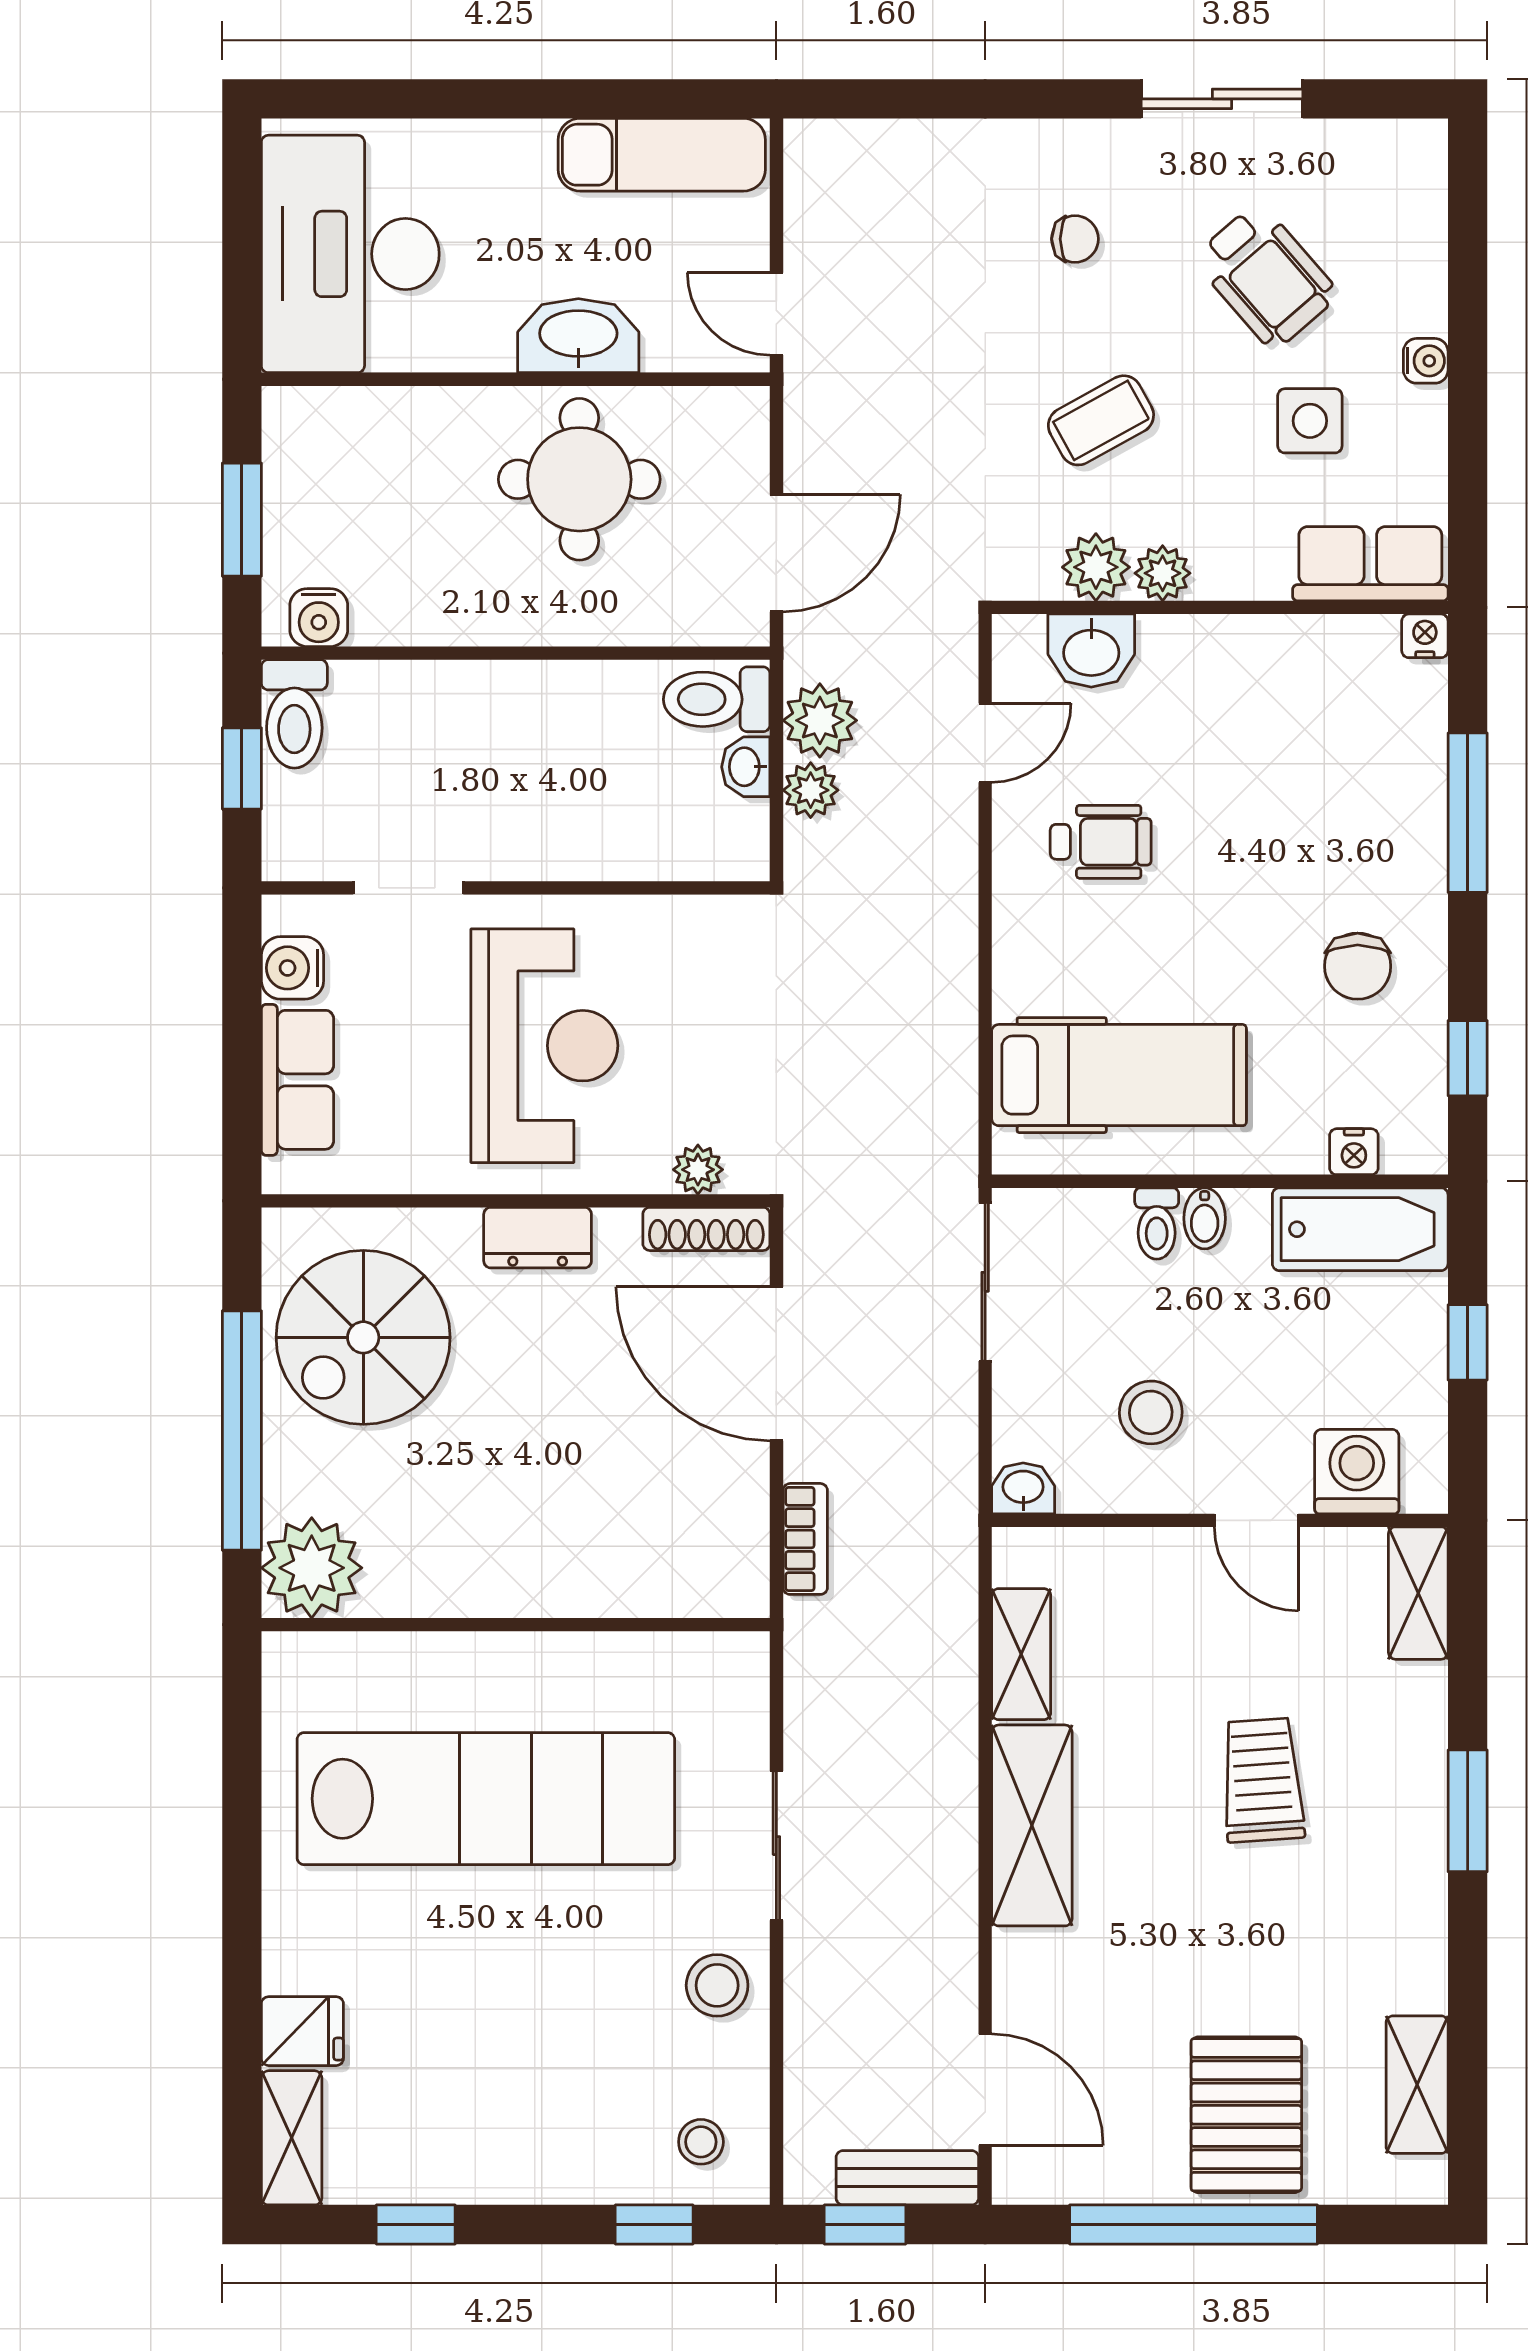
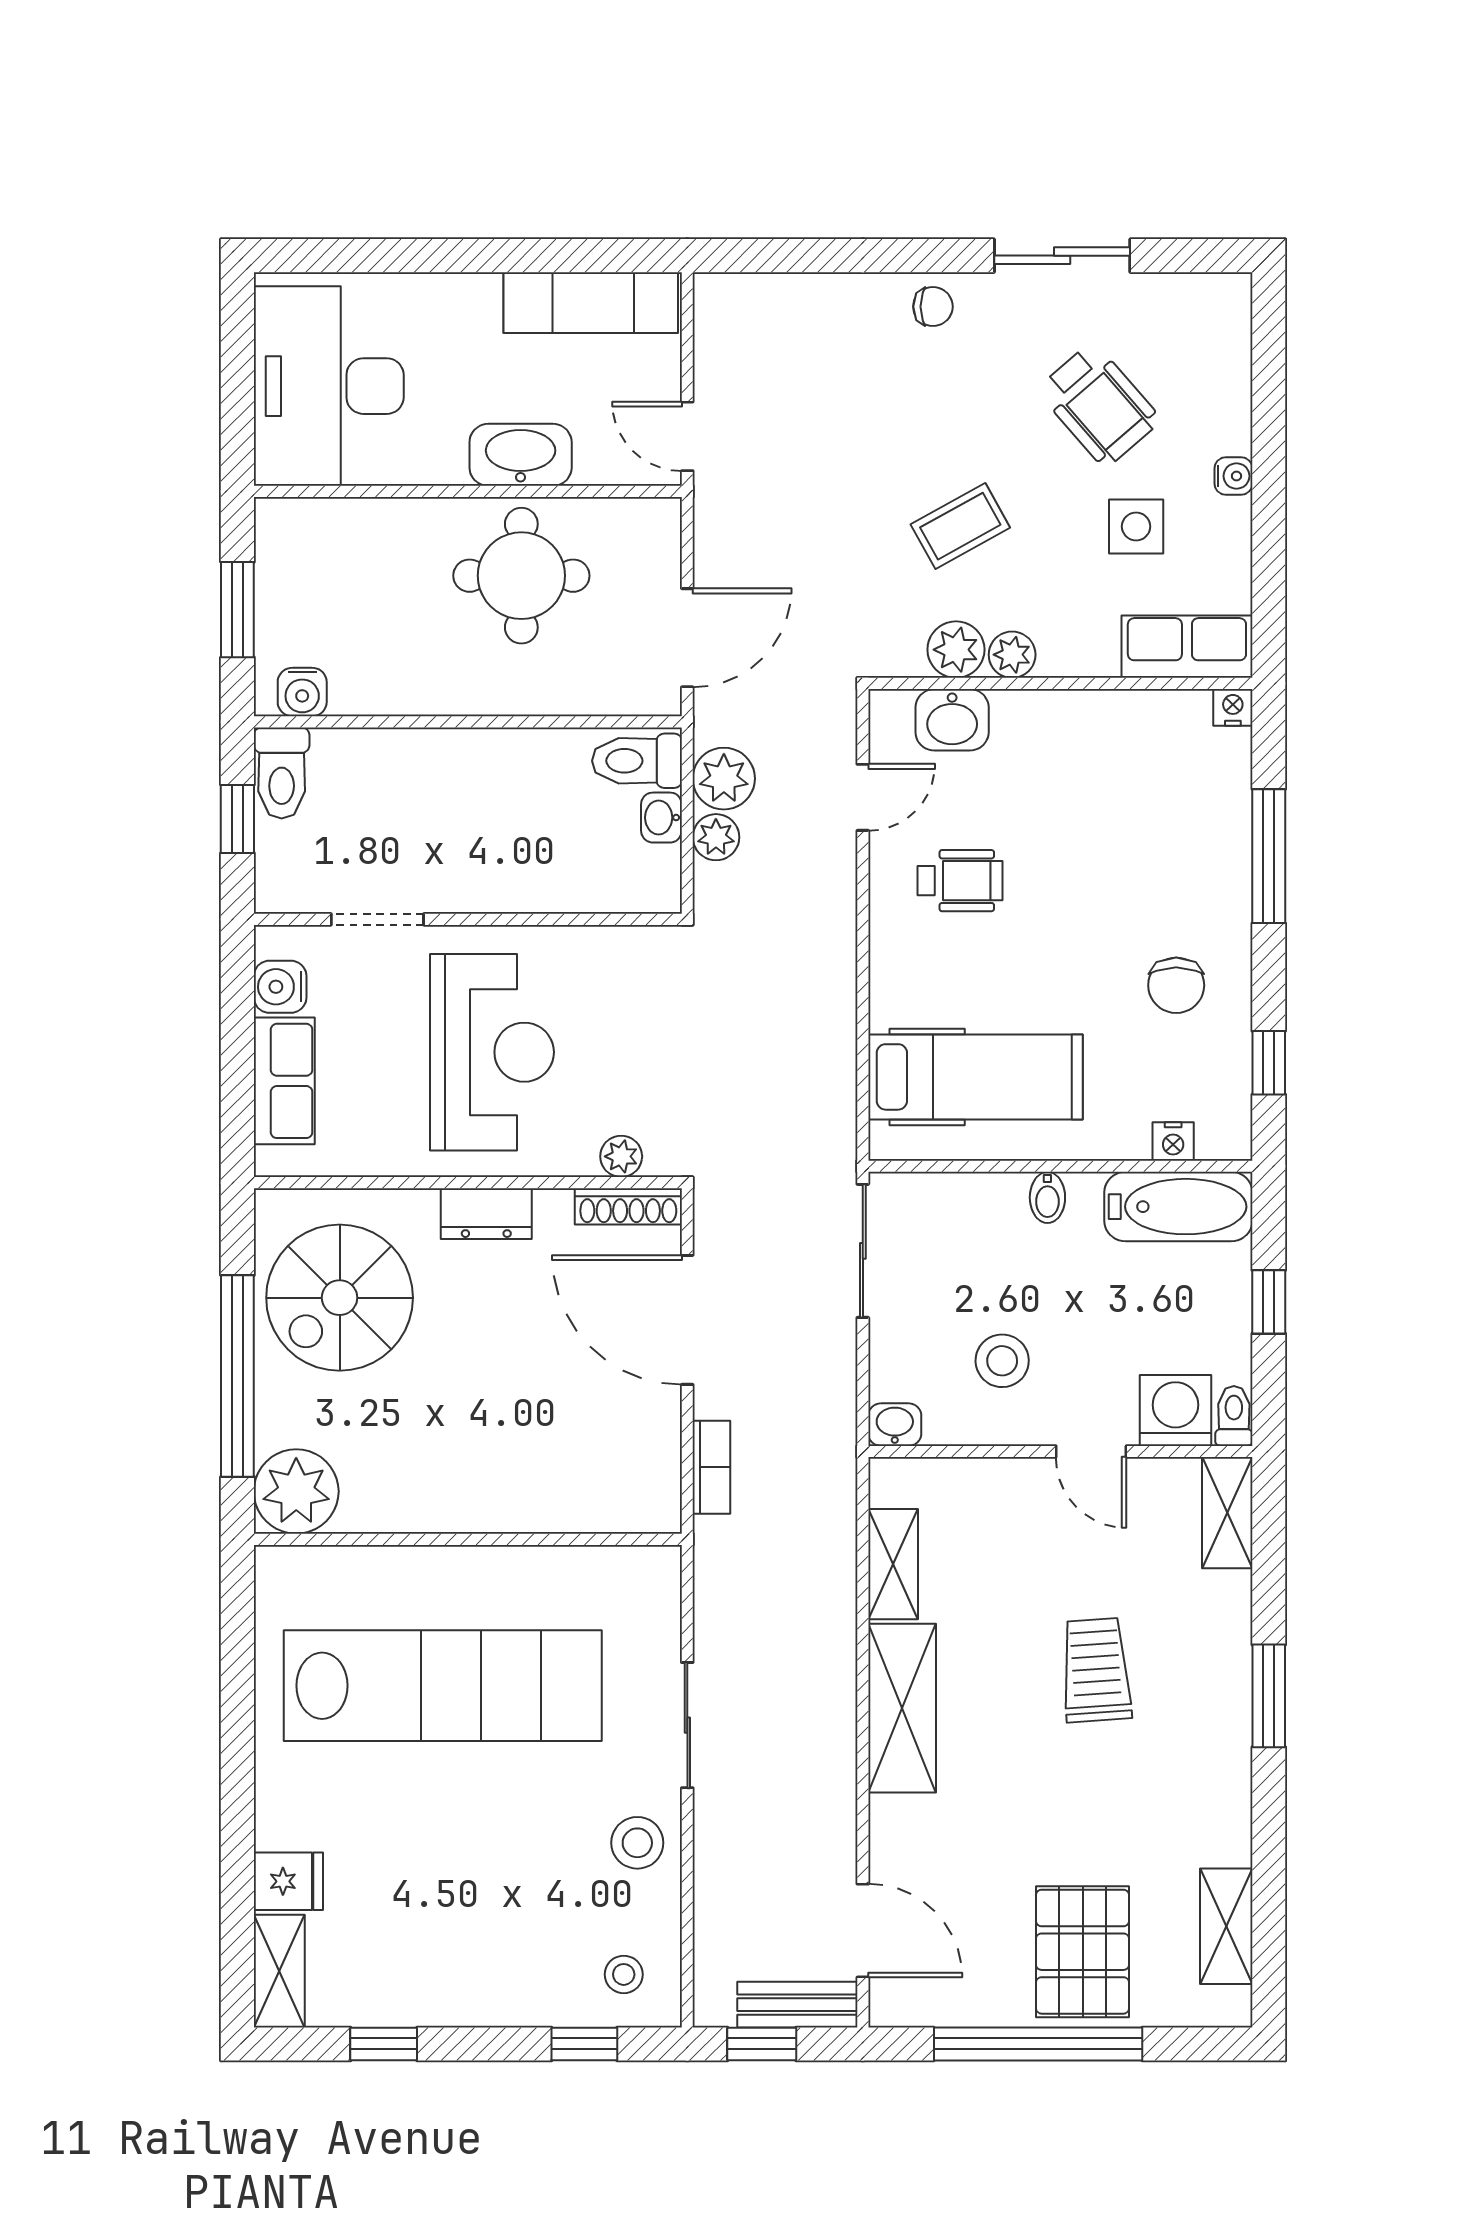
chair: (1075, 239) -> (933, 307), moved
toilet: (1157, 1223) -> (1234, 1416), moved, turned 180

